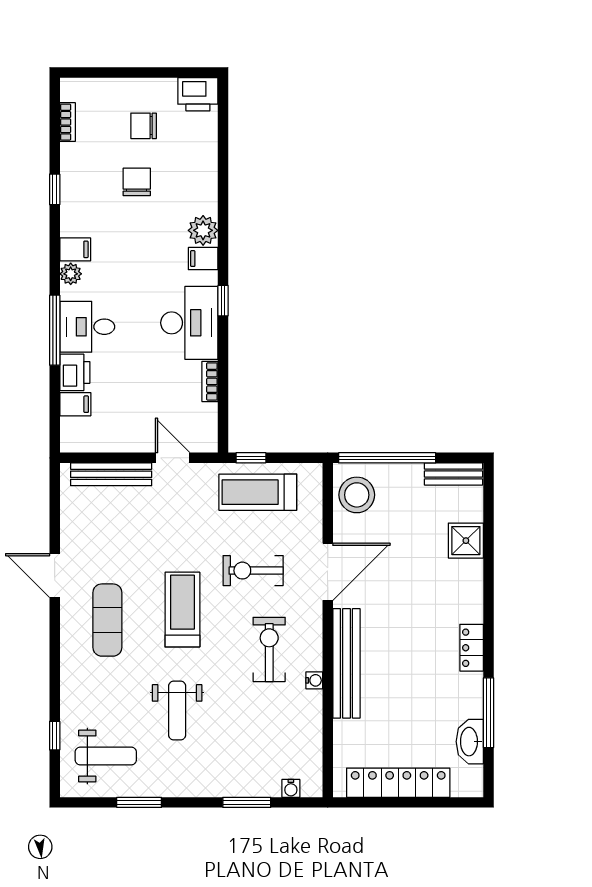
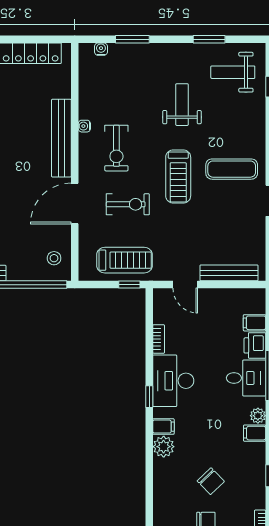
chair: (137, 182) -> (211, 481), turned -44
stool: (357, 495) -> (54, 258), width x0.53, depth x0.53
exercise mat: (107, 620) -> (232, 169), turned 90

